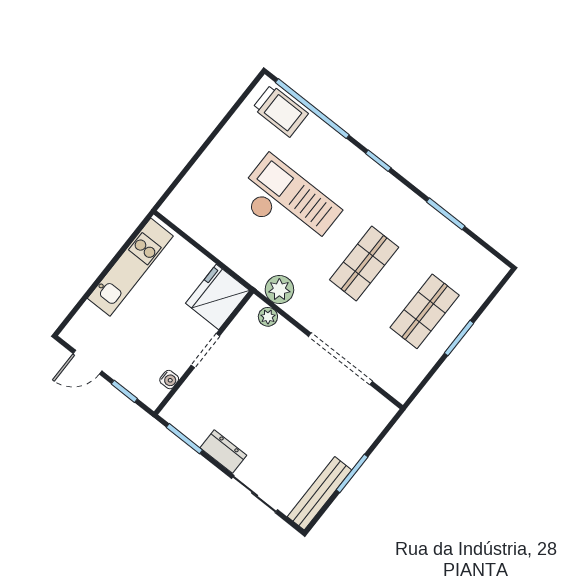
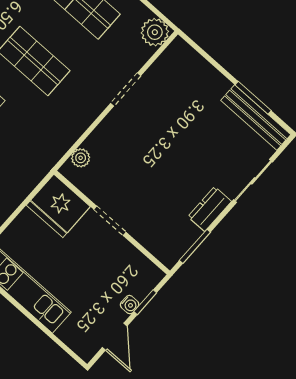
plant: (279, 290) -> (155, 32), moved
doorway: (340, 359) -> (126, 89), width x0.53
water cooler: (169, 380) -> (130, 305), moved, turned 90
window: (352, 473) -> (253, 98), moved

